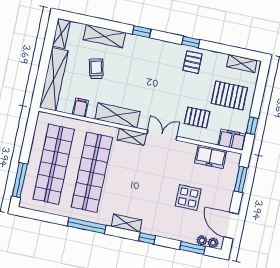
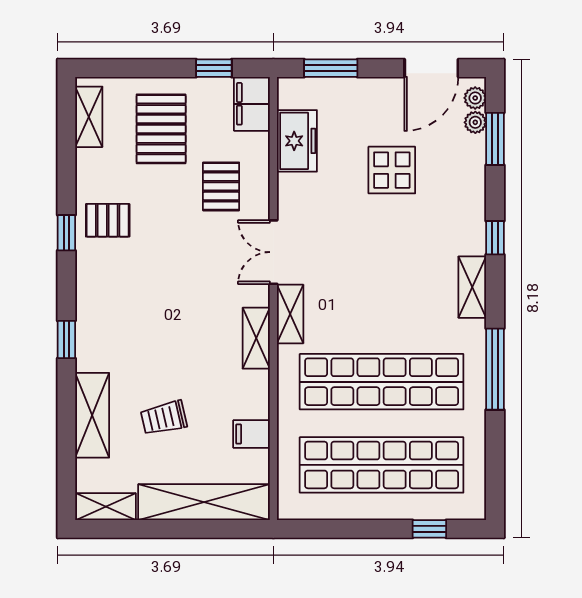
shelving: (117, 115) -> (256, 338), width x0.67, depth x0.75
window: (20, 180) -> (429, 529), width x0.46

